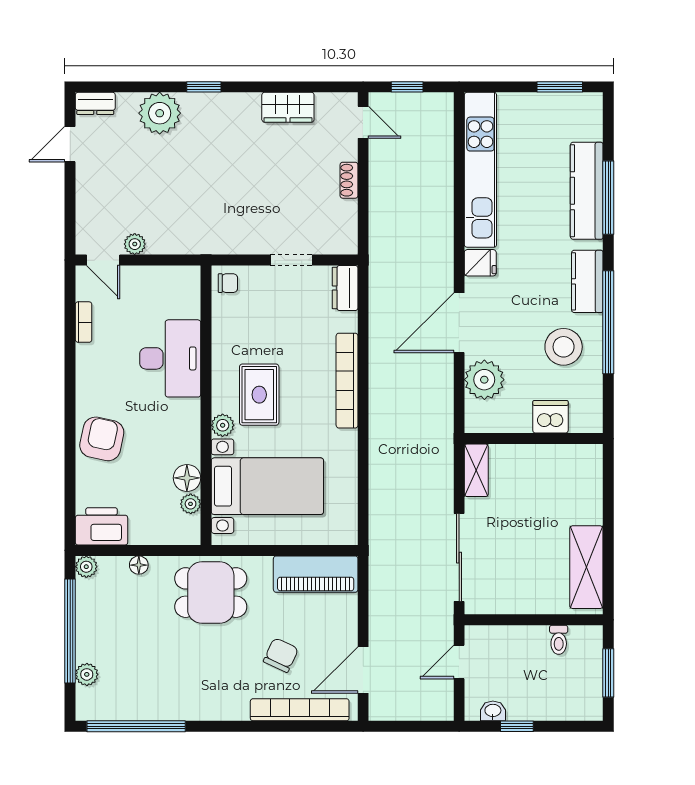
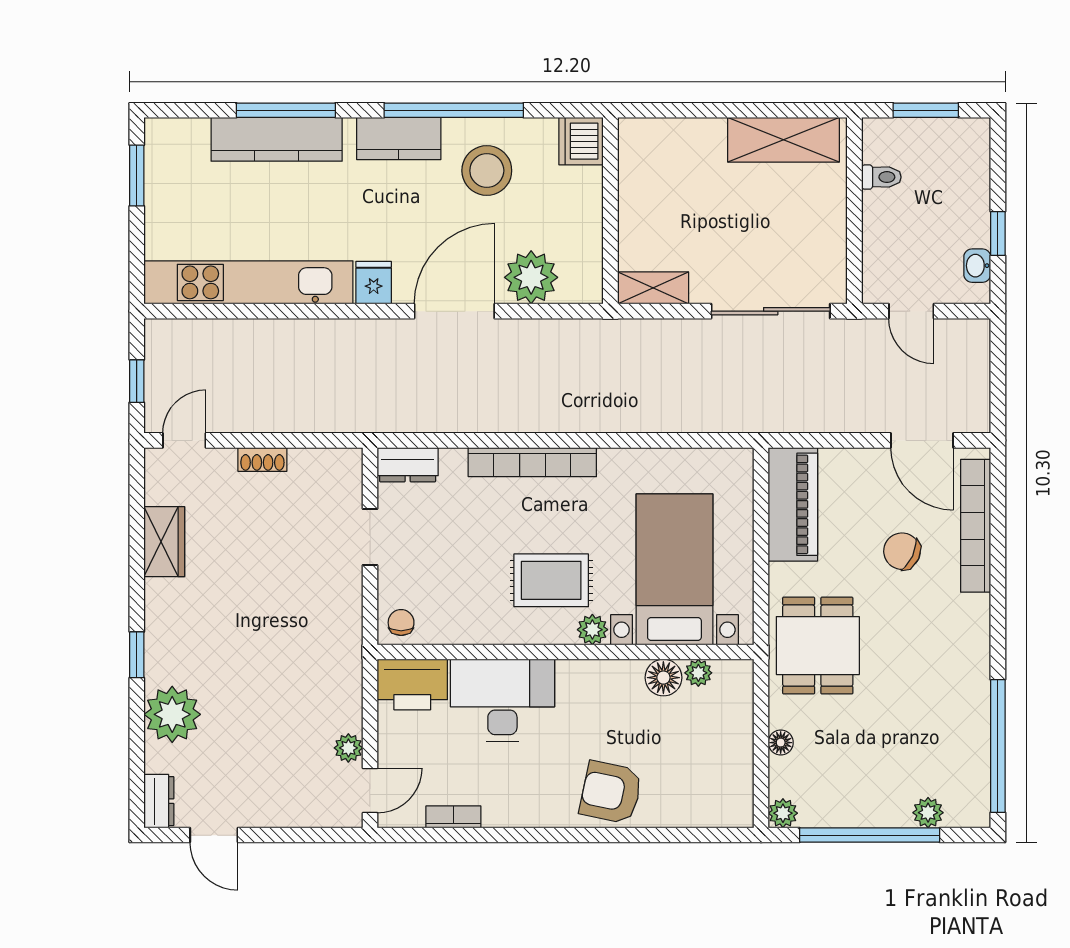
door: (459, 323) -> (454, 311), swing flipped
dishwasher: (550, 417) -> (581, 141), moved
printer: (102, 526) -> (412, 684), moved, turned -90

